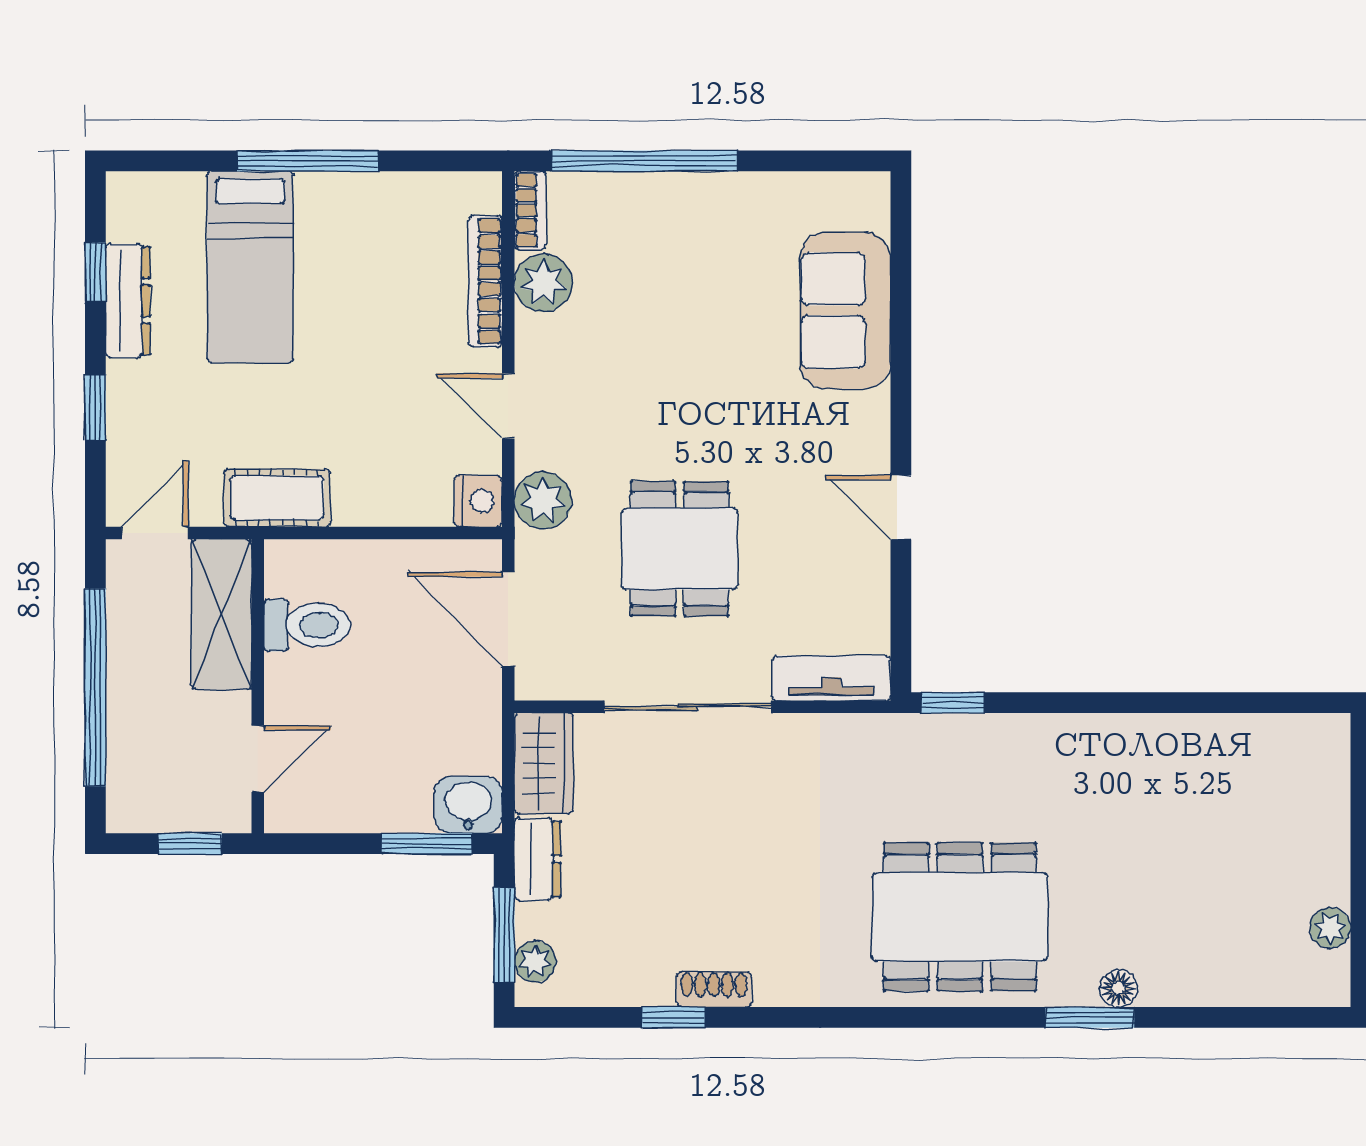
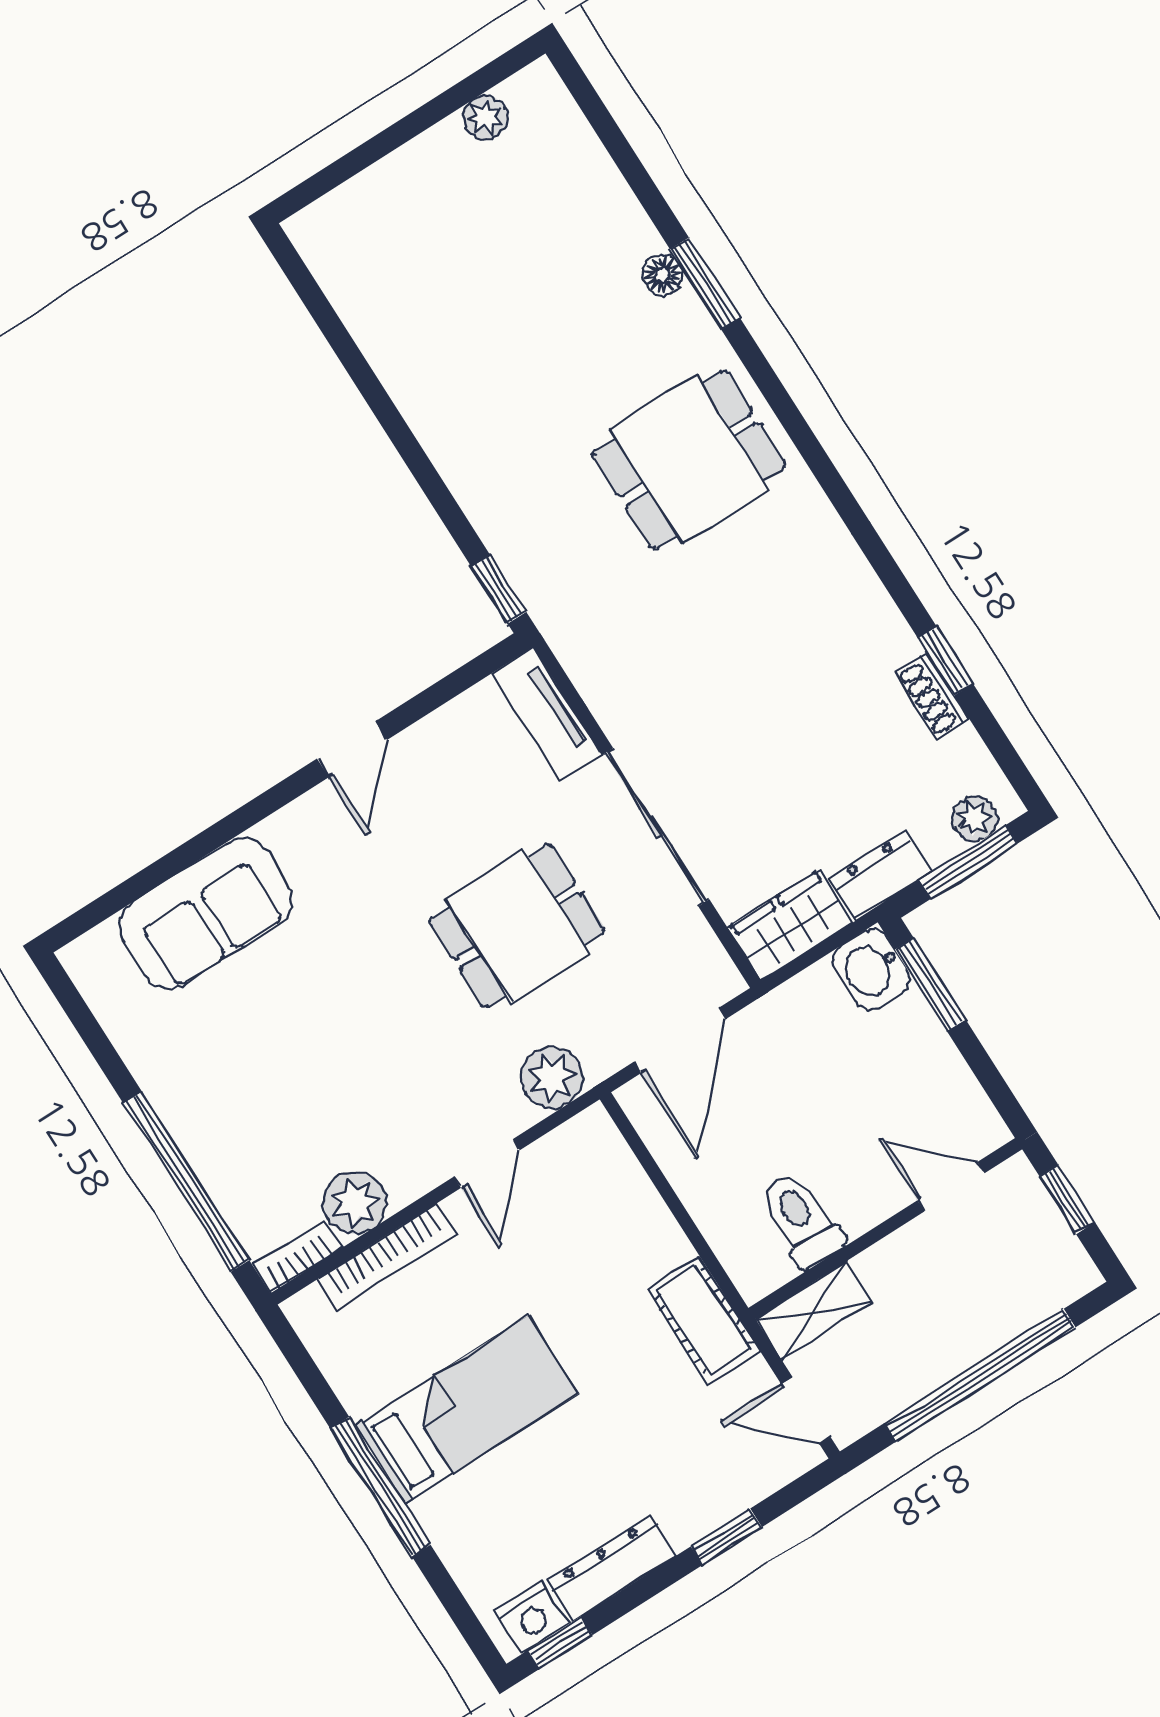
bed: (250, 267) -> (467, 1410), moved
window: (95, 272) -> (560, 1643), moved
nightstand: (478, 501) -> (531, 1618), moved, turned 180
shelving: (222, 614) -> (814, 1311), width x0.67, depth x0.75
dining table: (960, 917) -> (689, 459), width x0.73
shoe rack: (714, 989) -> (932, 696), moved

